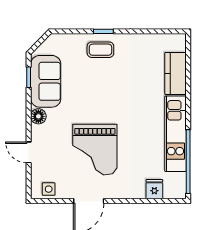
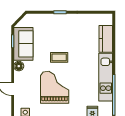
coffee table: (100, 50) -> (59, 57), moved
grand piano: (95, 150) -> (55, 87), turned 180

